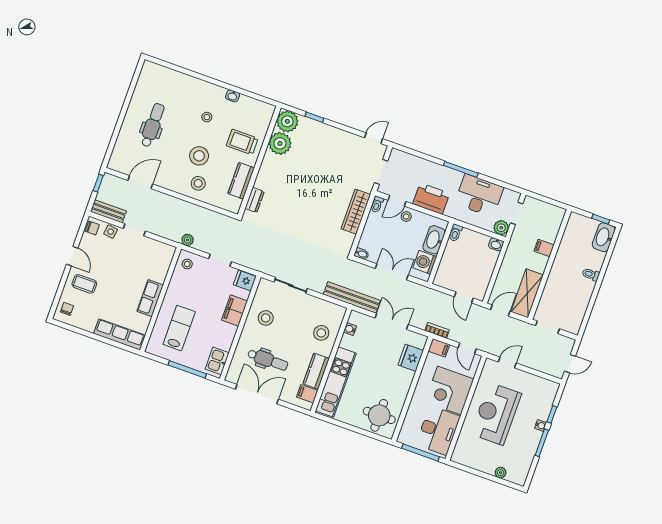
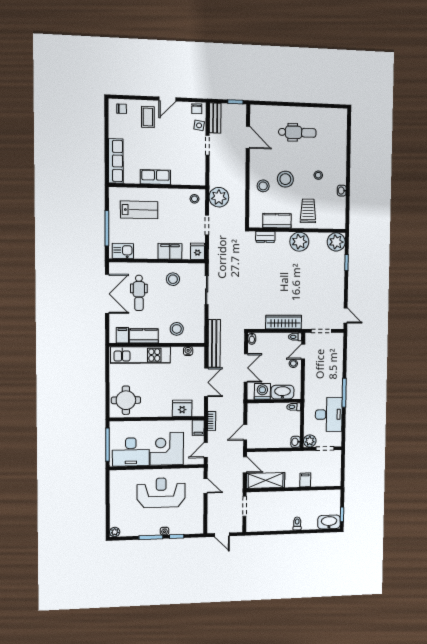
plant: (280, 143) -> (299, 242), moved
printer: (431, 199) -> (314, 378), removed
door: (397, 201) -> (303, 352), hinge flipped
plant: (188, 240) -> (219, 197), width x1.88, depth x1.88
plant: (501, 473) -> (115, 532), moved

